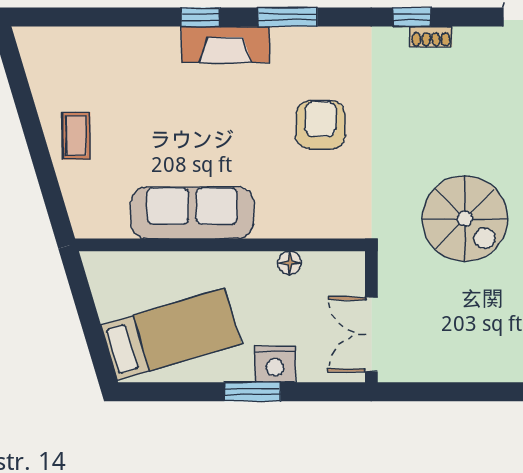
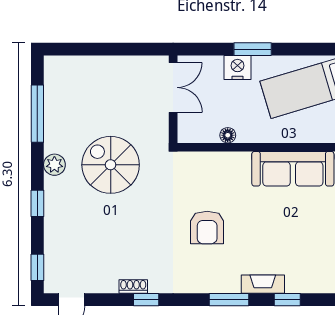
fireplace: (225, 45) -> (263, 284), width x0.73, depth x0.76

